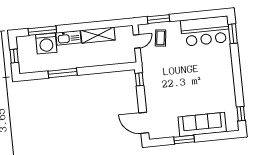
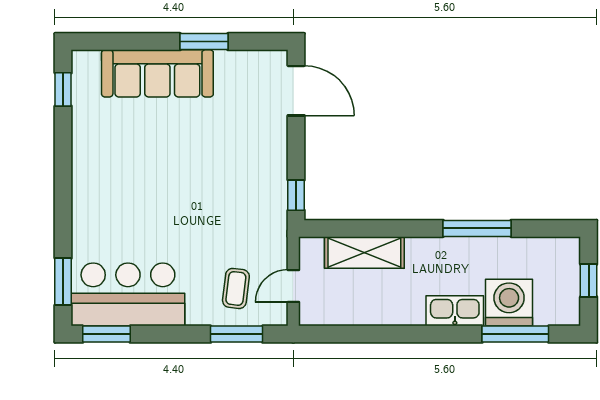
window: (213, 14) -> (106, 334), added
shelving: (98, 35) -> (364, 252), moved

